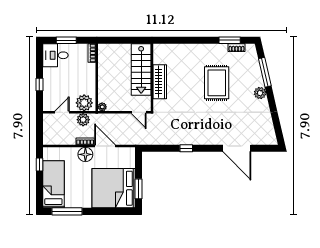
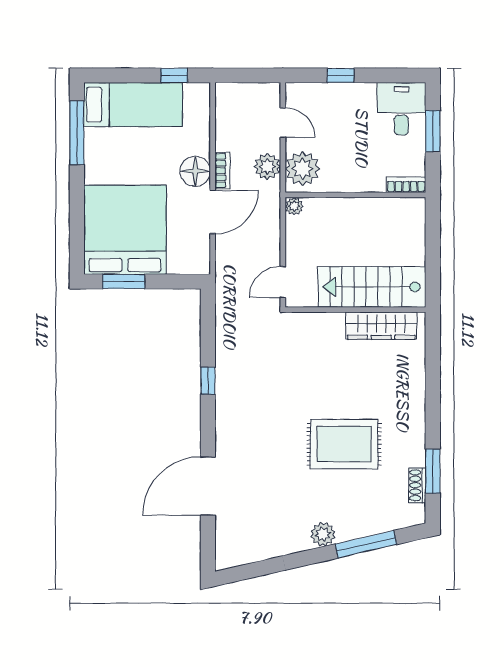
wardrobe: (160, 82) -> (381, 326), moved

